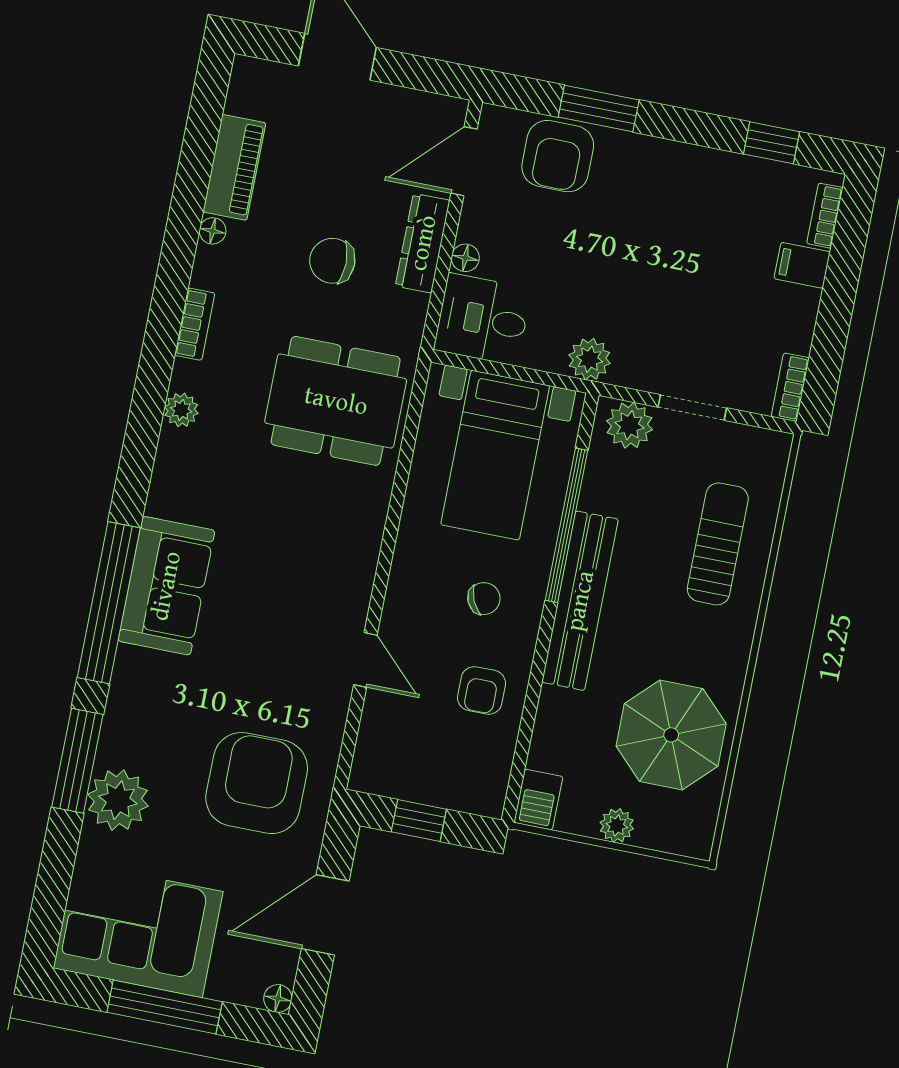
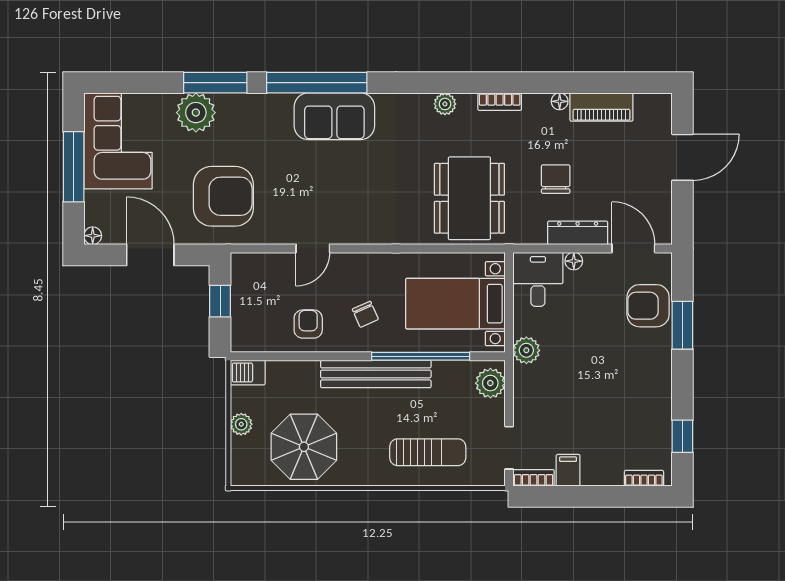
filing cabinet: (802, 265) -> (568, 470), moved
doorway: (692, 407) -> (509, 448), moved
armchair: (482, 690) -> (308, 324), turned 90

